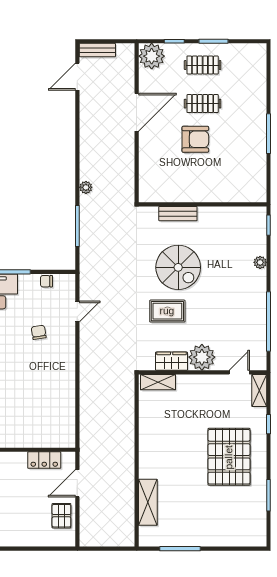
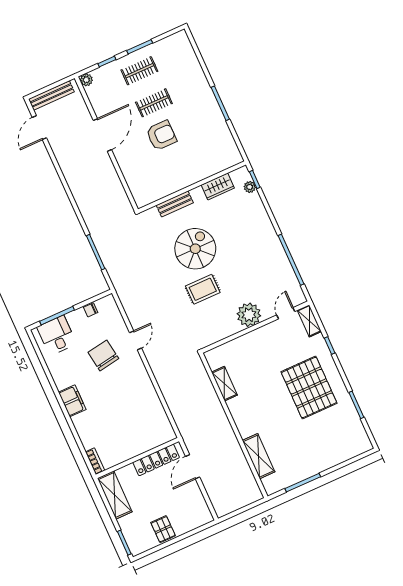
bench: (97, 50) -> (51, 95), width x1.36
plant: (152, 56) -> (86, 80), width x0.53, depth x0.53
plant: (86, 187) -> (88, 217), removed
plant: (260, 262) -> (250, 187), moved
spiral stairs: (178, 267) -> (195, 249), turned -90
door: (77, 311) -> (136, 340), moved
chair: (39, 332) -> (103, 355), width x1.87, depth x1.87
wardrobe: (172, 361) -> (218, 186), moved, turned 180
shelving: (158, 382) -> (224, 384), moved, turned 90
locker: (44, 460) -> (156, 460), width x1.53
pallet: (61, 516) -> (163, 529), moved

